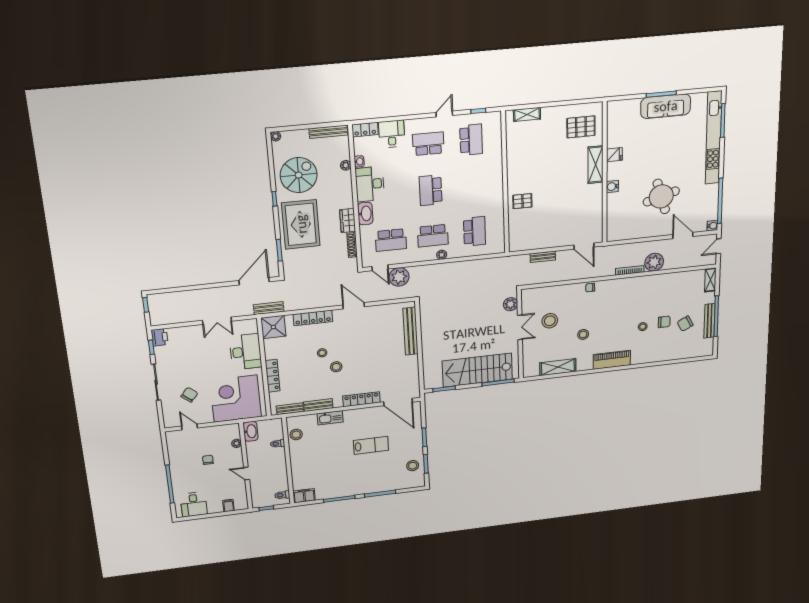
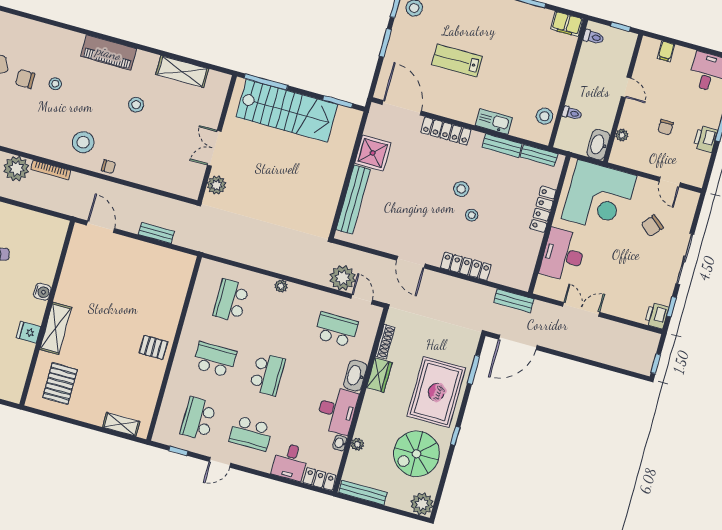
pallet: (581, 127) -> (60, 384), turned 90
plant: (276, 136) -> (422, 504), width x1.88, depth x1.88
pallet: (522, 201) -> (153, 347), moved
school desk: (433, 236) -> (215, 360), moved
stool: (550, 321) -> (83, 142), moved
shower: (273, 327) -> (373, 153), moved
printer: (176, 463) -> (705, 139), added

